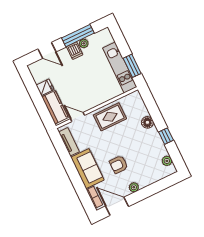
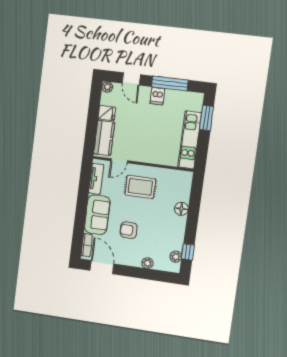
plant: (84, 43) -> (107, 87), moved
window: (132, 66) -> (206, 118), moved
door: (78, 117) -> (119, 161), swing flipped
rug: (110, 117) -> (140, 187), moved
window: (166, 136) -> (188, 252), moved
plant: (134, 187) -> (147, 263), moved

